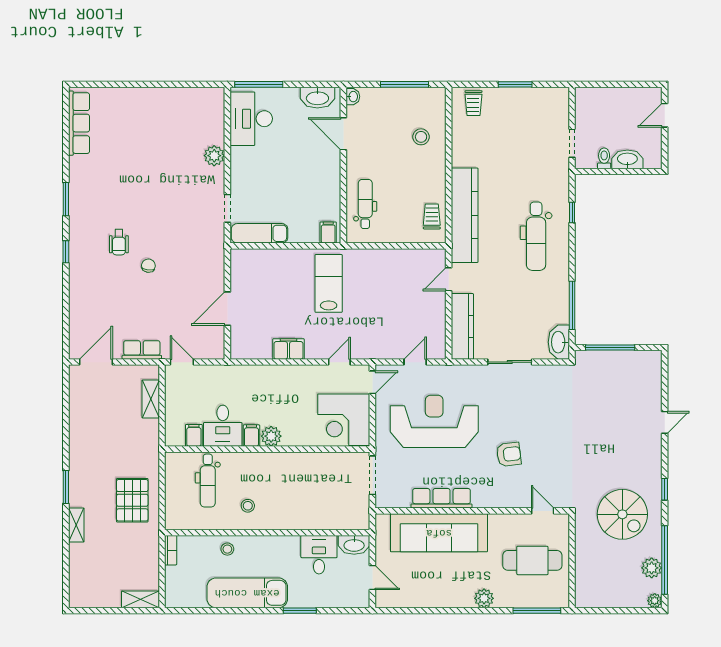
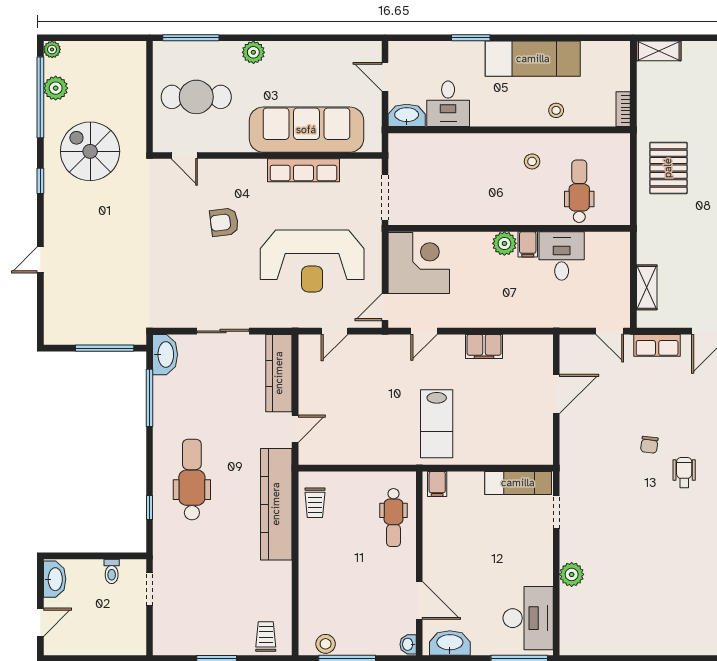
stool: (421, 137) -> (326, 644), moved
washbasin: (627, 159) -> (55, 579), moved, turned -90
filing cabinet: (194, 435) -> (596, 244), removed

